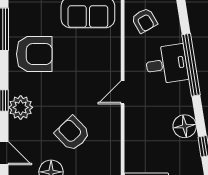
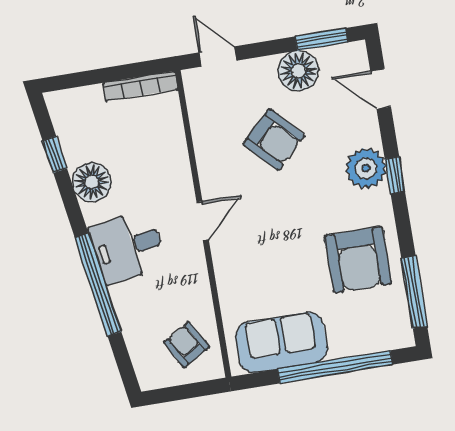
armchair: (34, 54) -> (358, 260), turned -90
desk: (167, 64) -> (128, 247), moved

